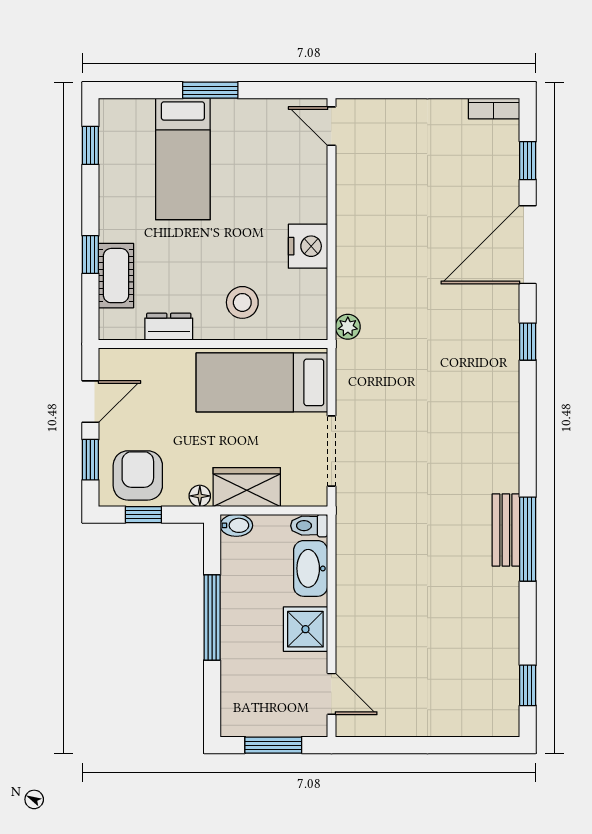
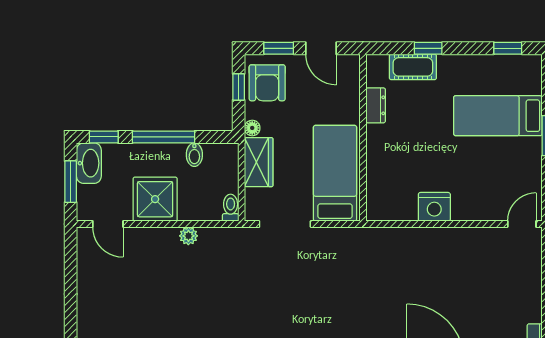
stool: (242, 302) -> (393, 159), removed
plant: (348, 327) -> (188, 236), moved
armchair: (138, 475) -> (267, 83), turned 90
bidet: (236, 525) -> (194, 155), moved
washbasin: (311, 568) -> (89, 163), moved, turned 90
shower: (305, 629) -> (155, 199), width x1.36, depth x1.36
door: (331, 694) -> (108, 224), hinge flipped
window: (212, 700) -> (104, 137), added

